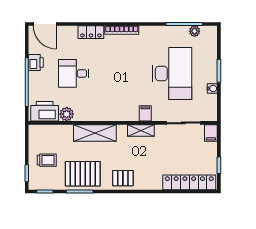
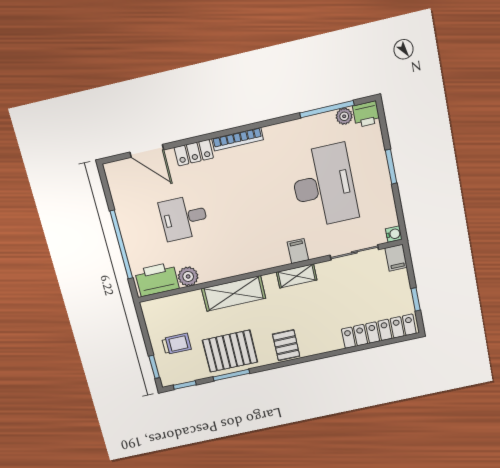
door: (45, 24) -> (147, 151), moved
printer: (36, 62) -> (366, 114), moved, turned 90
water cooler: (212, 89) -> (394, 234), moved
pallet: (123, 178) -> (286, 345), turned 90

